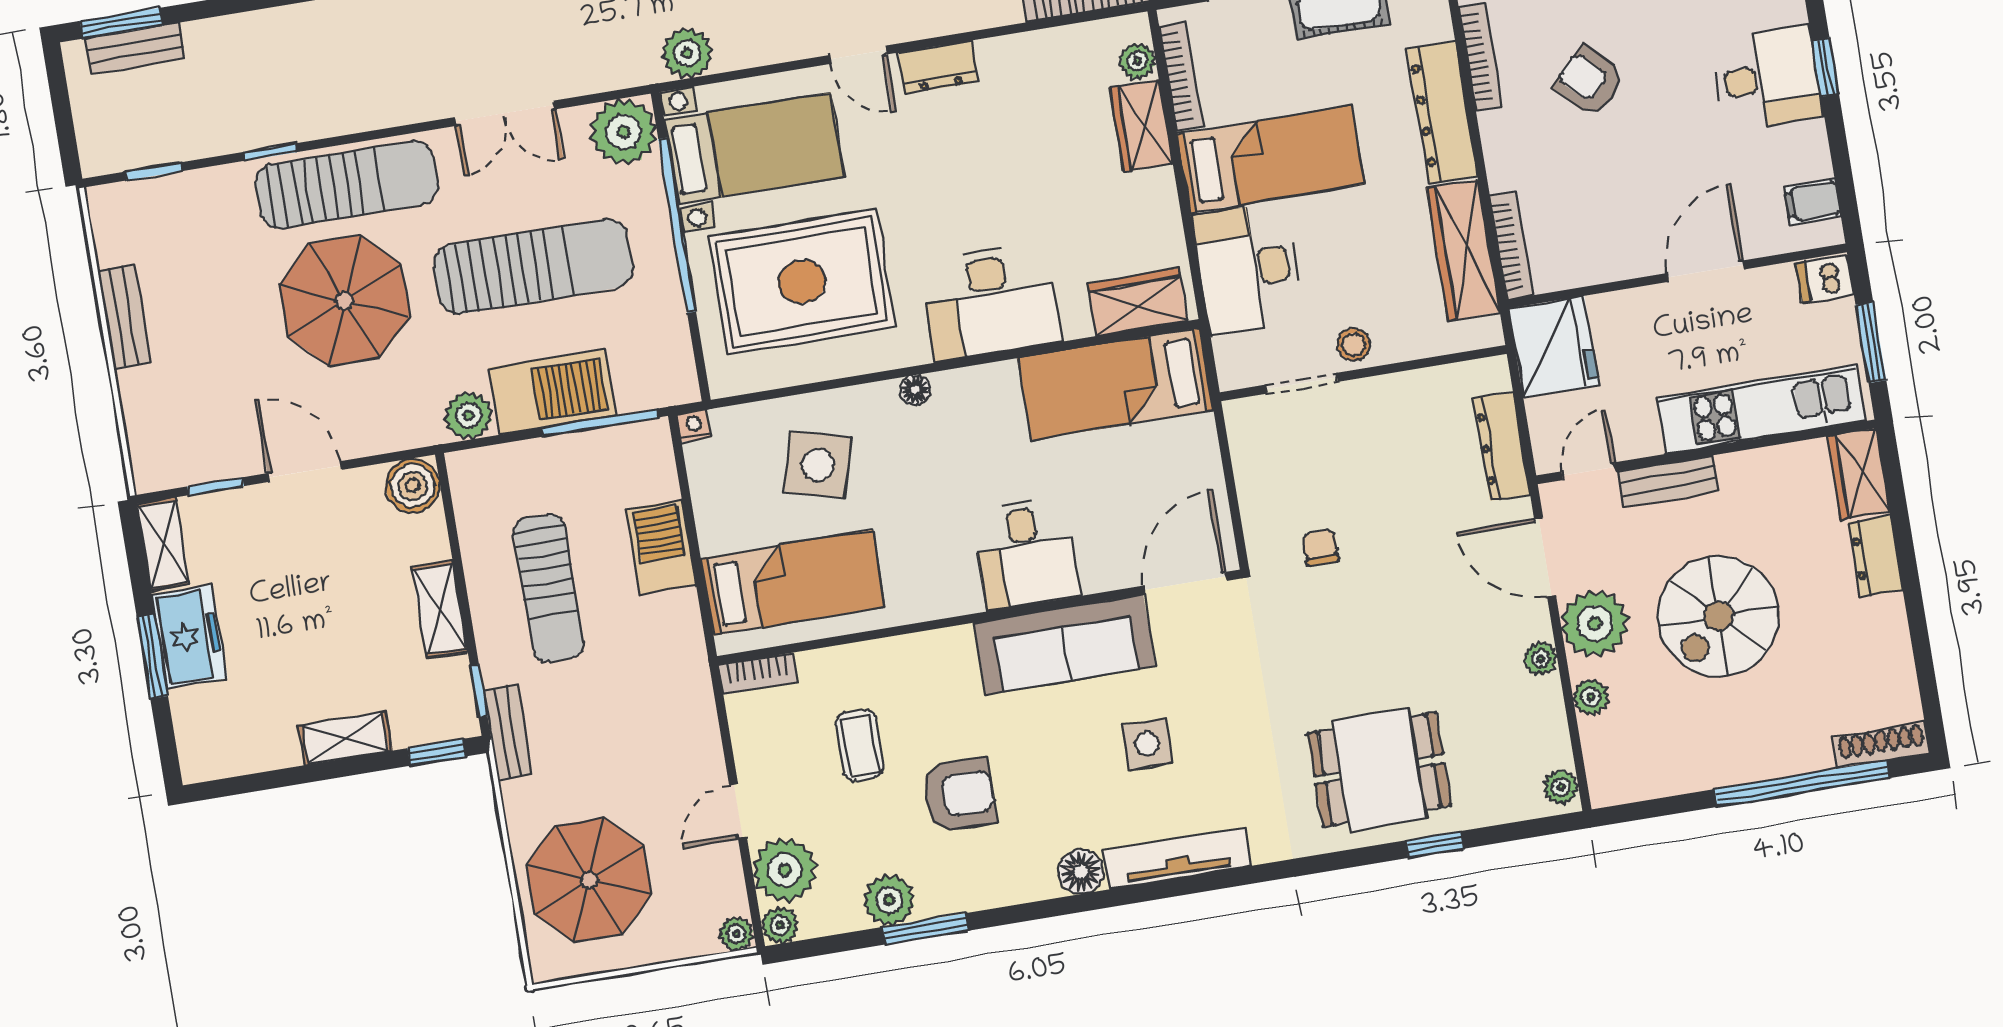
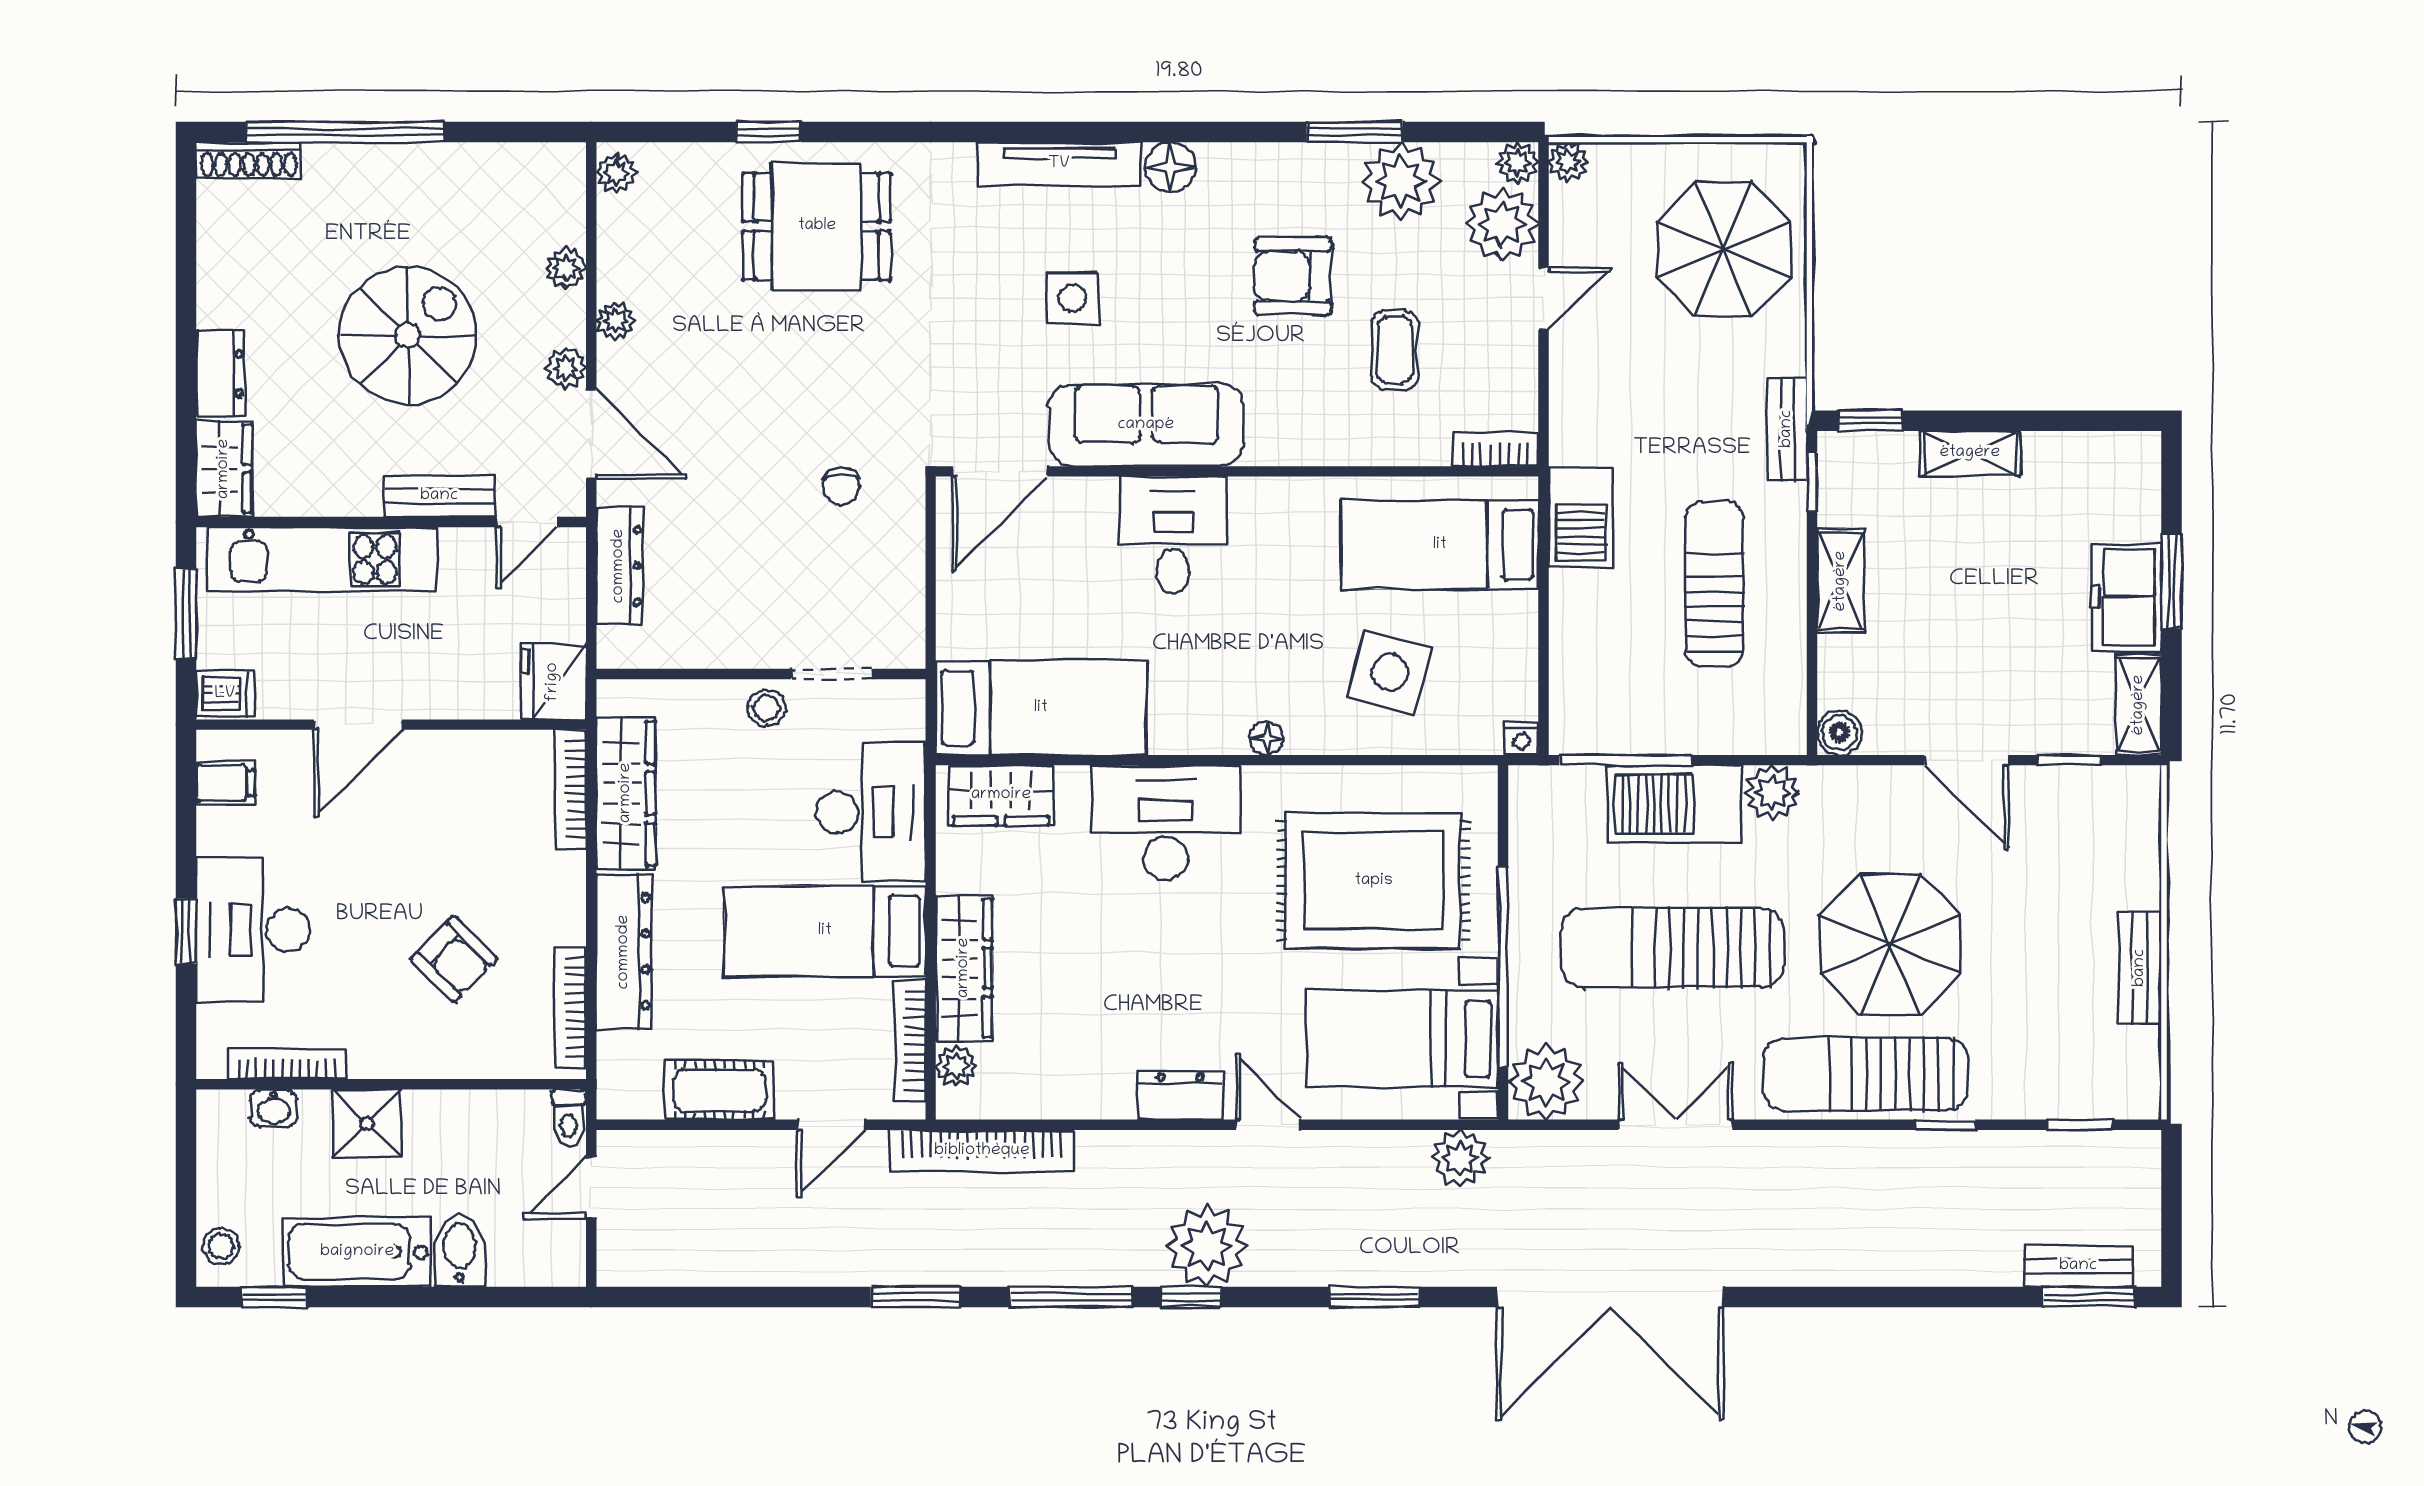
desk: (1767, 78) -> (253, 930), width x1.37
wardrobe: (1141, 126) -> (964, 968), width x1.50
fridge: (1554, 347) -> (553, 682), width x0.73, depth x0.75
boiler: (413, 486) -> (1840, 732), width x0.73, depth x0.73
barbecue: (661, 547) -> (1581, 518), moved
plant: (1595, 623) -> (566, 368), width x0.53, depth x0.53
plant: (889, 900) -> (1401, 181), width x1.36, depth x1.36

